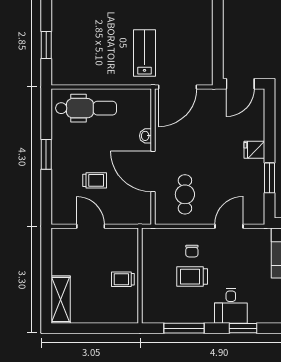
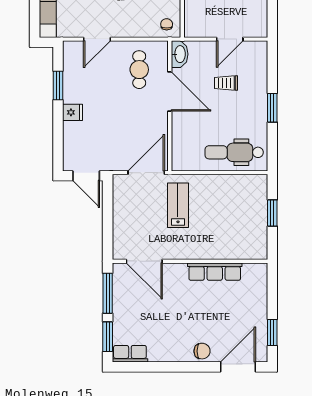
lab bench: (145, 53) -> (178, 205), turned 180
door: (240, 84) -> (86, 176), swing flipped
washbasin: (146, 136) -> (180, 54), moved, width x1.91, depth x1.45
door: (91, 226) -> (230, 39), hinge flipped
chair: (192, 251) -> (167, 24), moved

